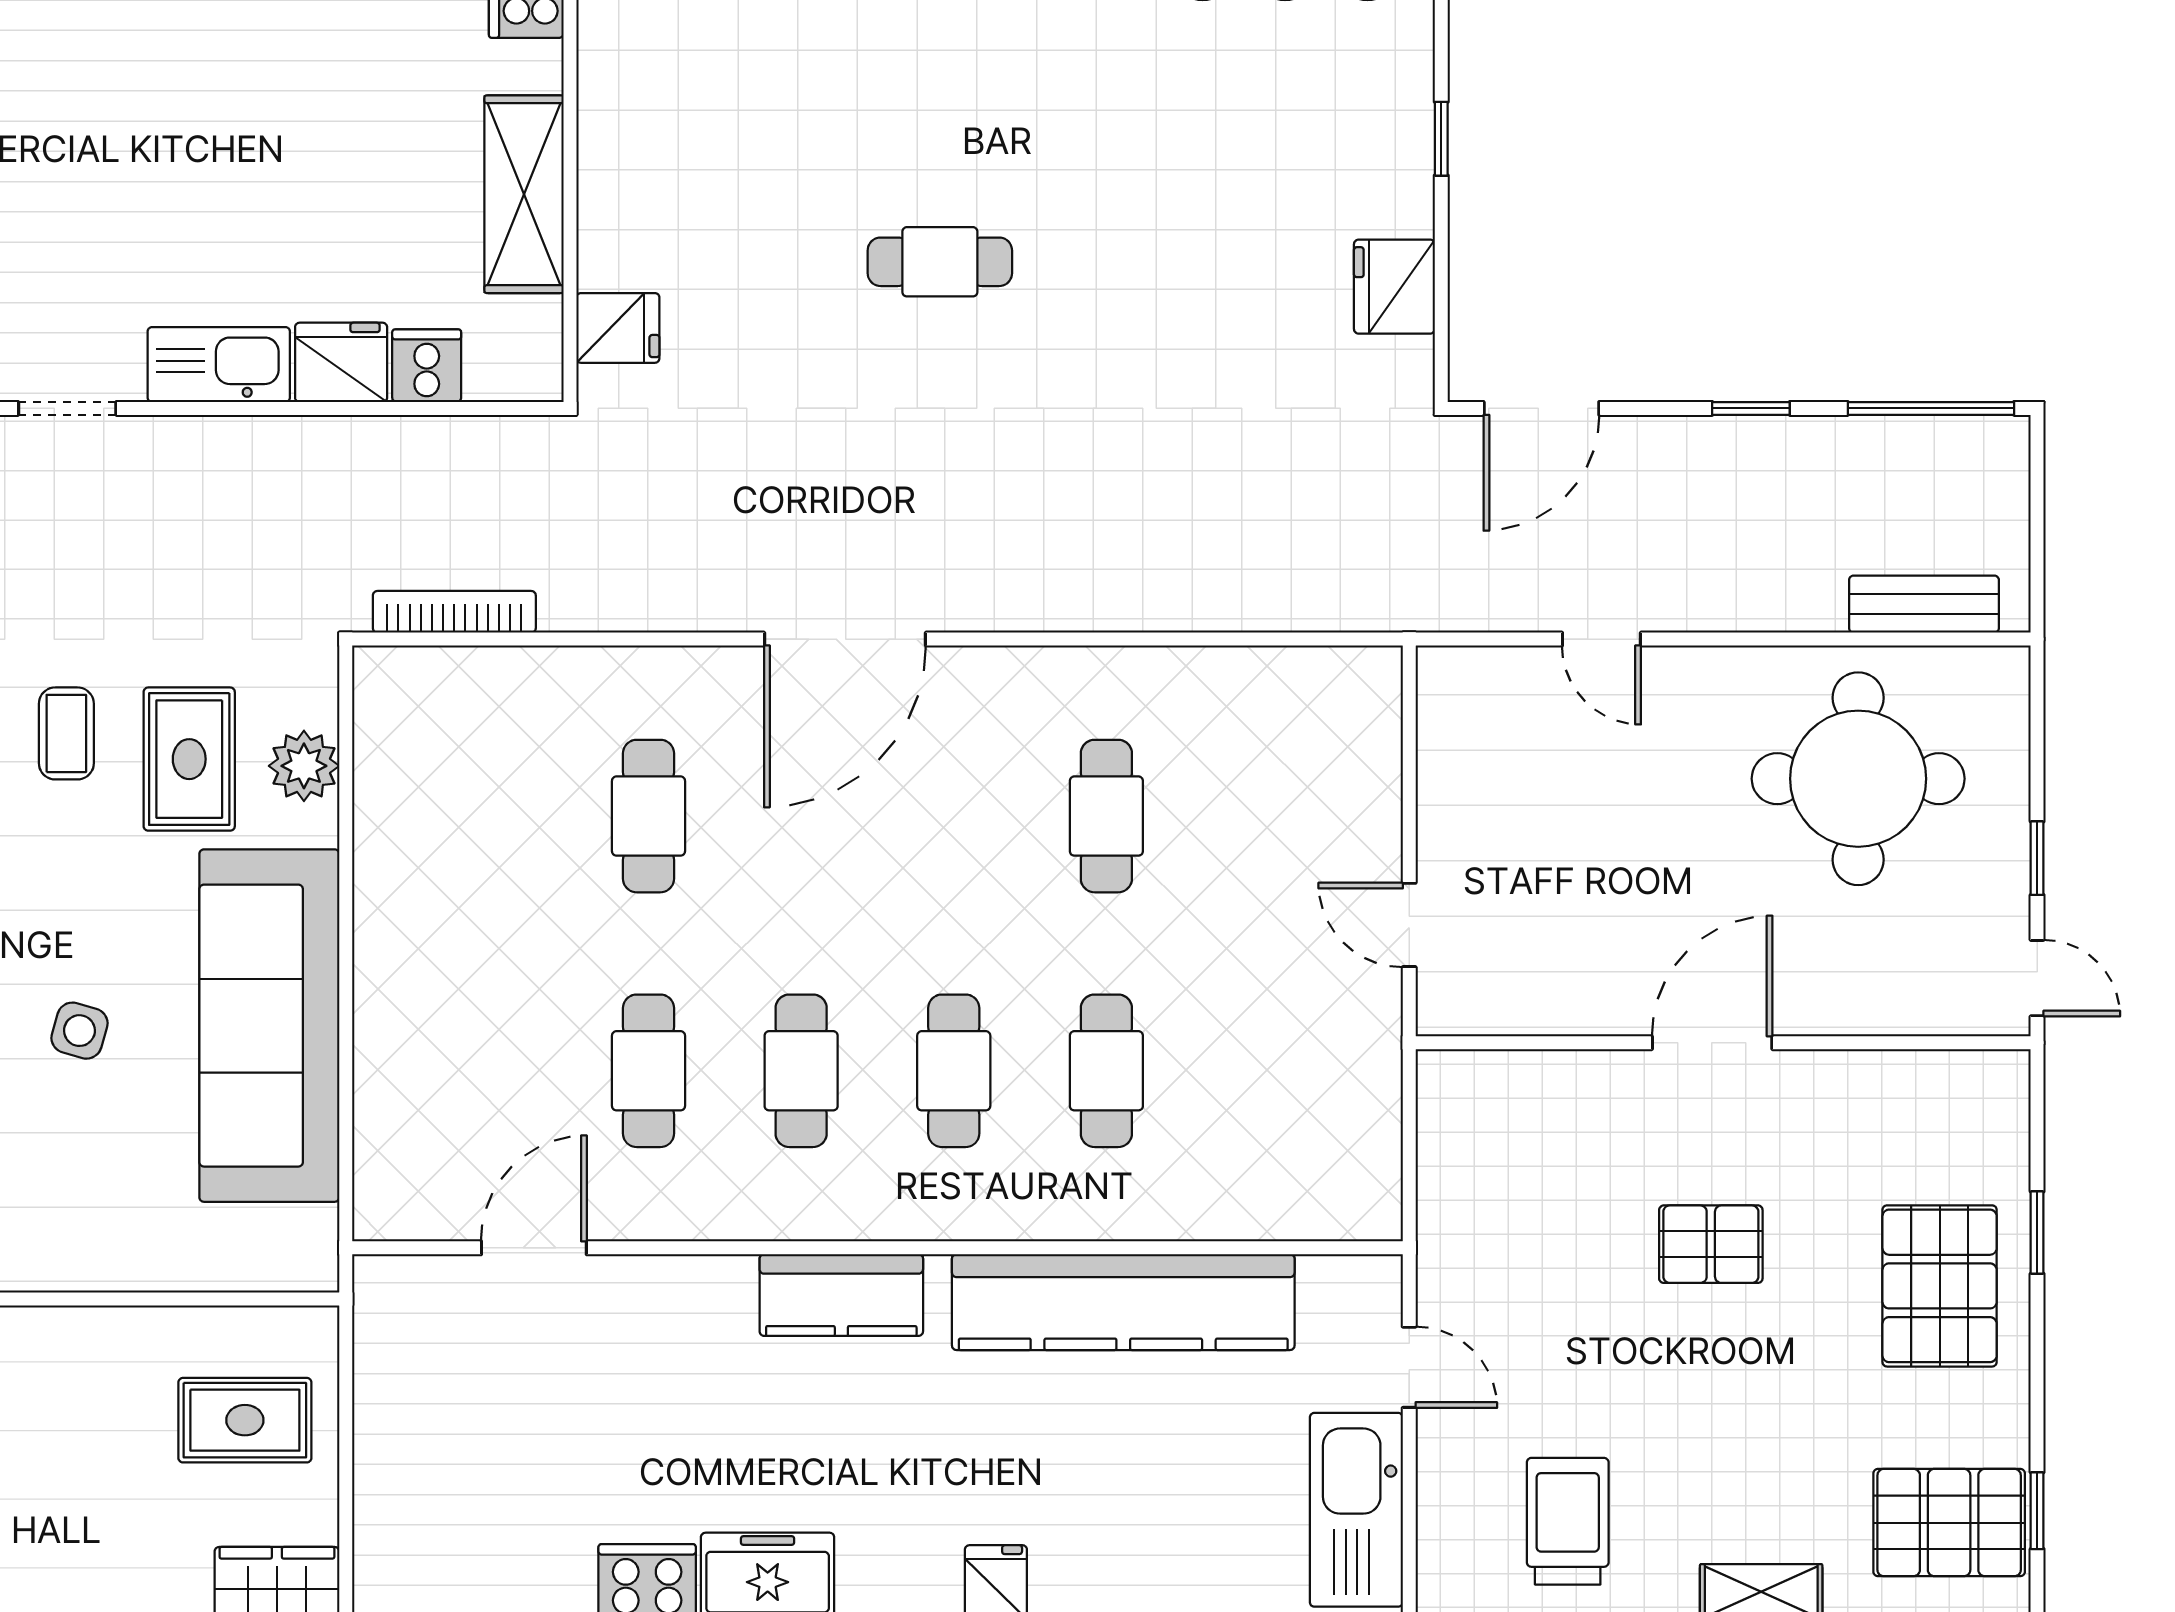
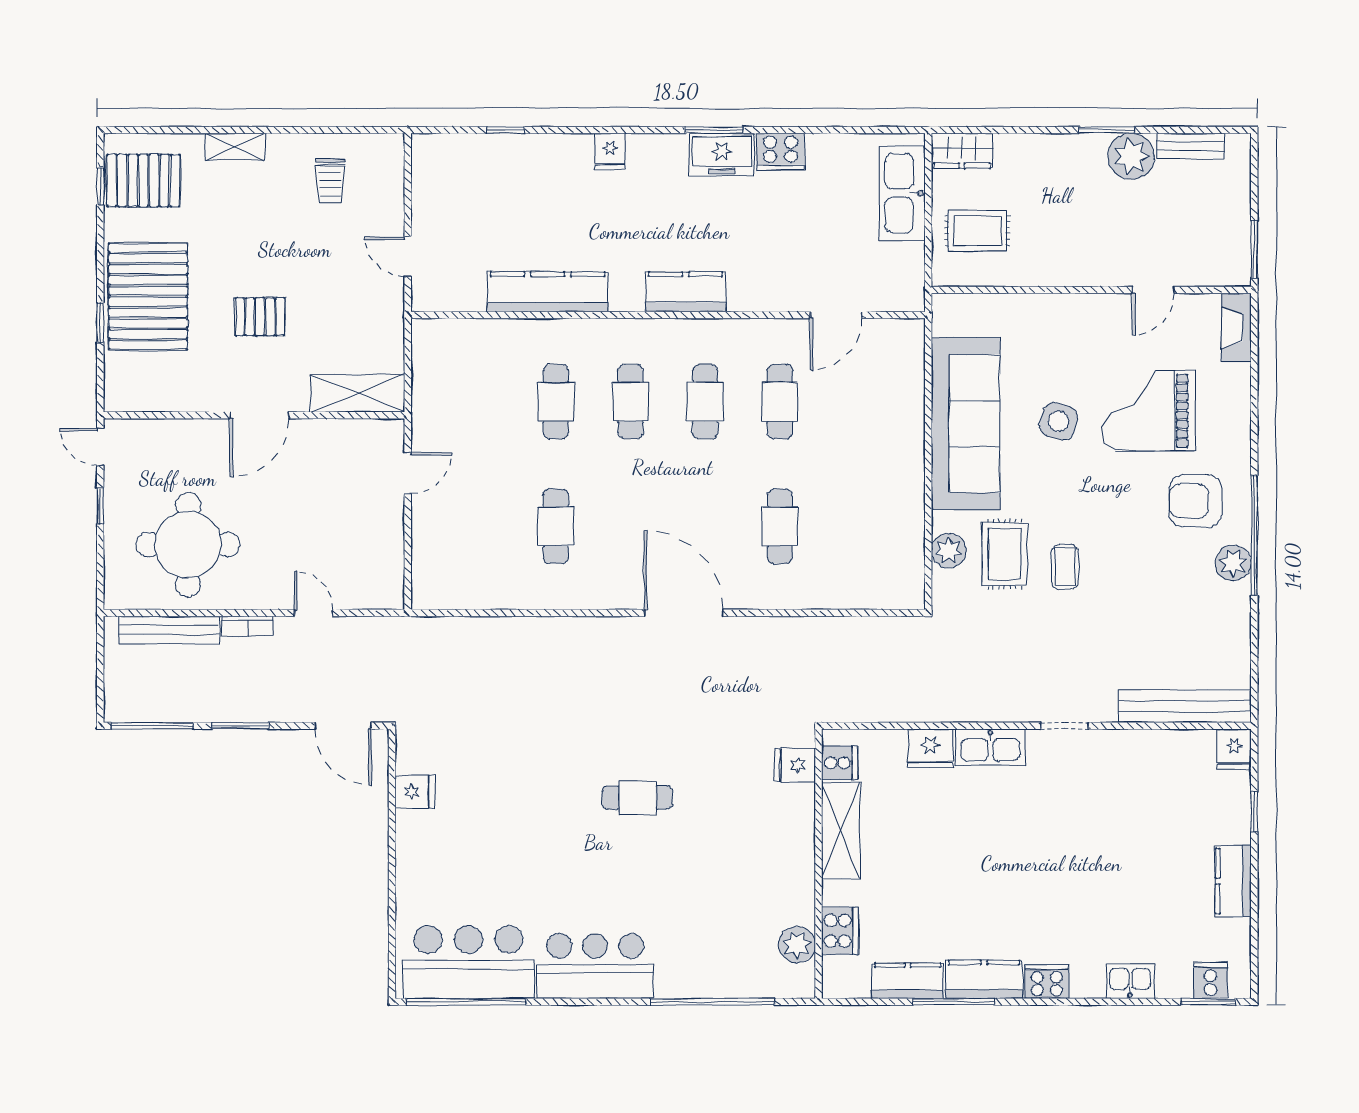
window: (1441, 139) -> (392, 858), removed
fridge: (1394, 287) -> (415, 792), width x0.72
cooker: (427, 366) -> (839, 763), moved, turned -90
door: (1541, 408) -> (343, 726), swing flipped
window: (1751, 408) -> (240, 726), width x1.50
bench: (1924, 604) -> (169, 630), width x1.36
bookcase: (454, 612) -> (247, 626), moved, width x0.64
door: (845, 639) -> (684, 613), hinge flipped
door: (1409, 925) -> (408, 473), hinge flipped
side table: (79, 1031) -> (1058, 421), width x1.37, depth x1.37
shelving: (1512, 1088) -> (358, 393), added
pallet: (1940, 1286) -> (148, 296), width x1.37, depth x1.41
kitchen counter: (1123, 1302) -> (548, 292), width x0.72, depth x0.86
kitchen sink: (1356, 1510) -> (902, 193), moved, turned 180
trolley: (1568, 1521) -> (330, 181), width x0.73, depth x0.72

